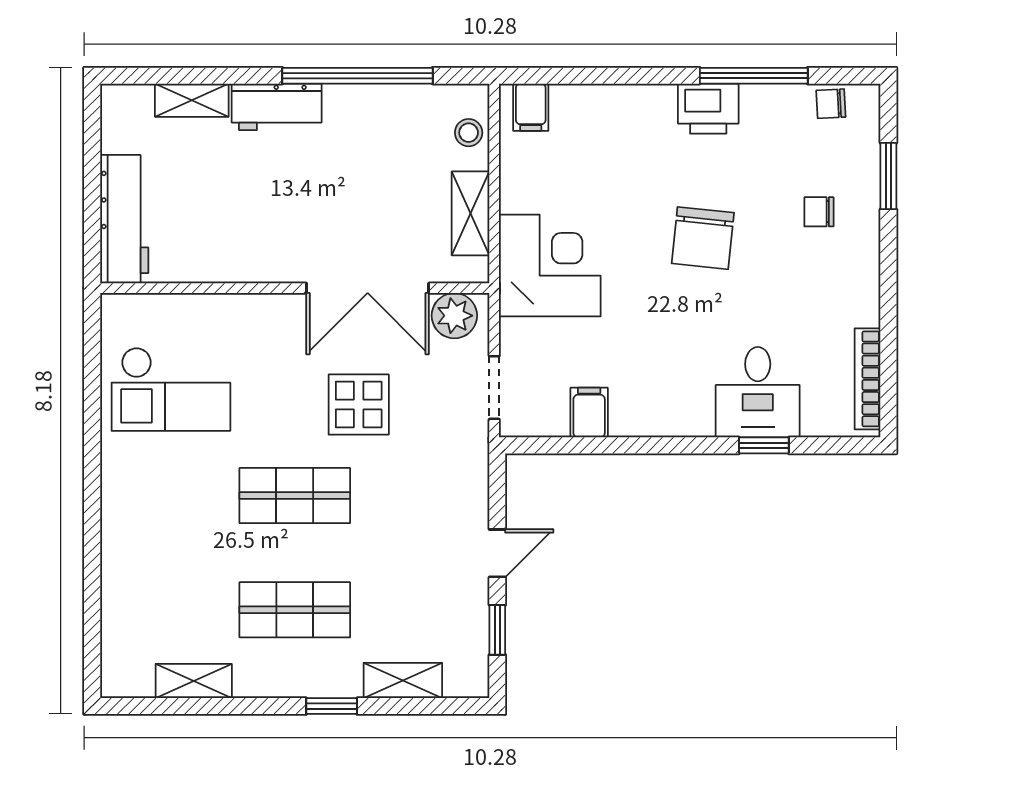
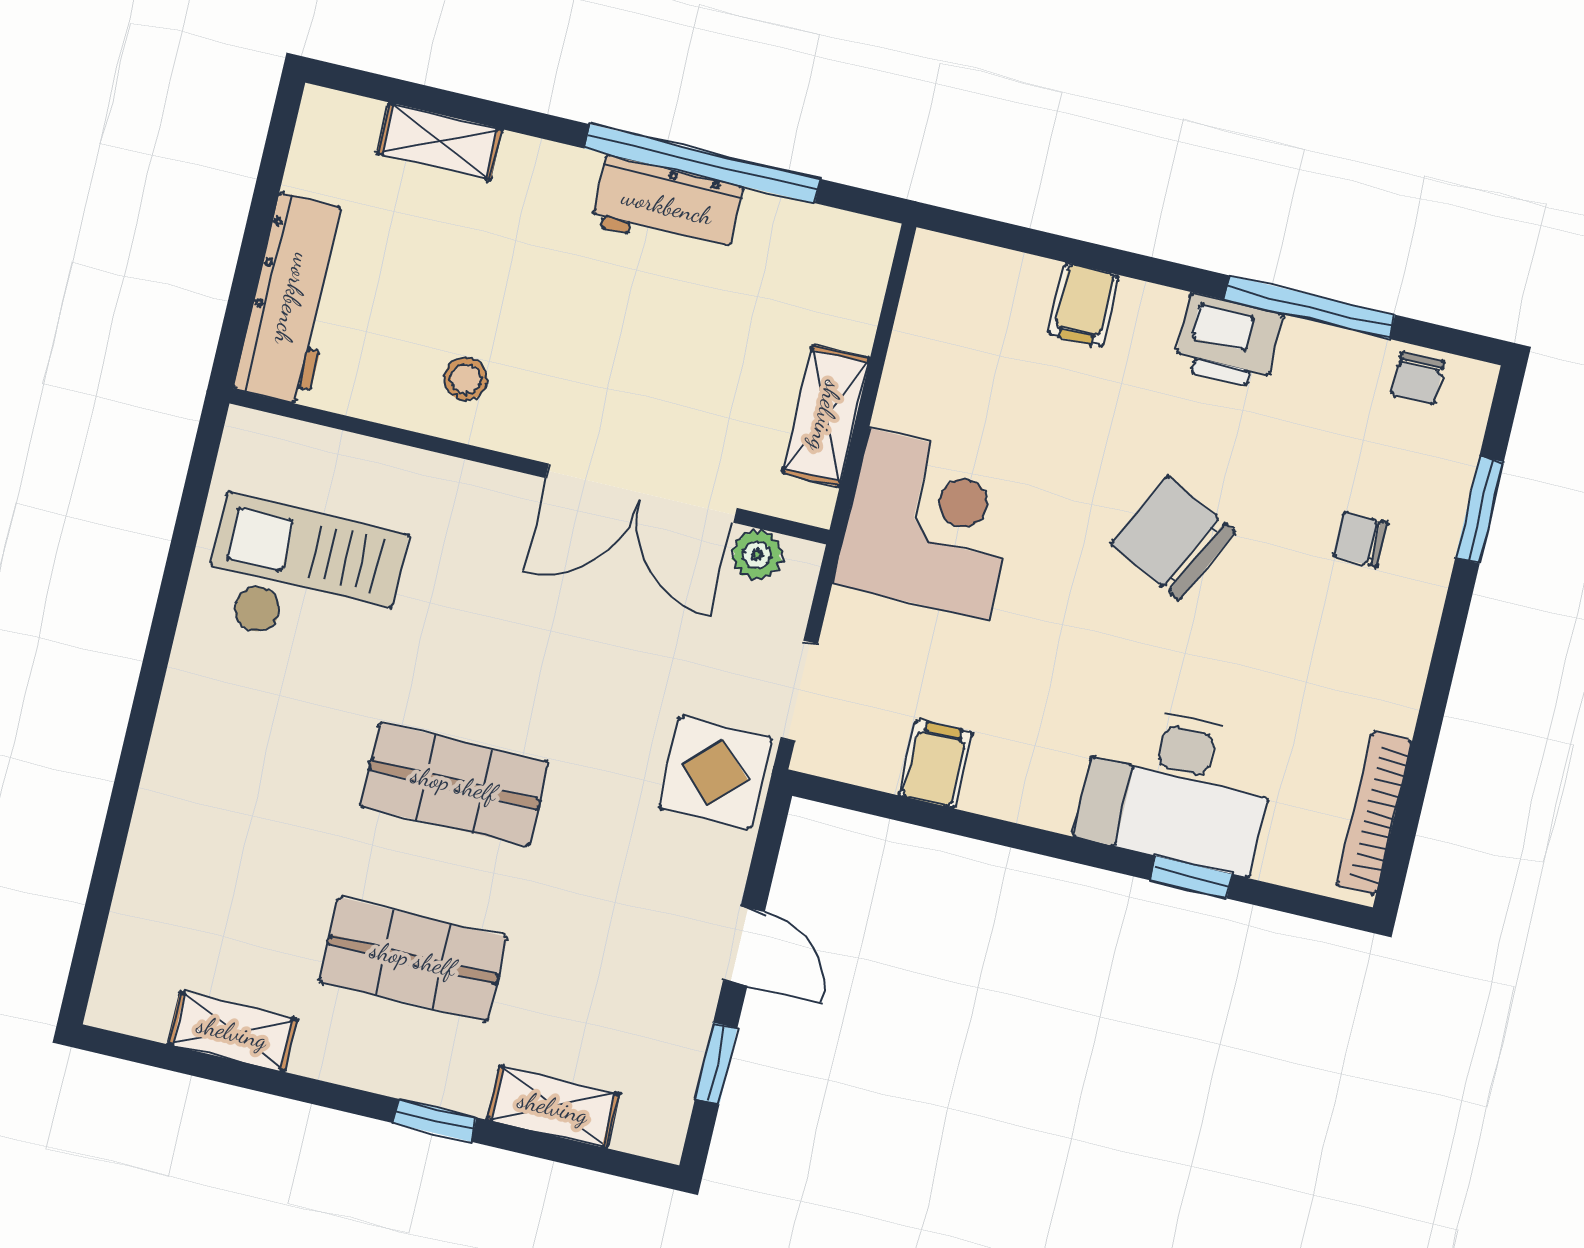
chair: (831, 104) -> (1418, 378), turned -87
workbench: (277, 107) -> (667, 206), moved
filing cabinet: (531, 107) -> (1084, 305), moved
stool: (469, 133) -> (466, 379), moved
chair: (703, 238) -> (1173, 538), turned 110
plant: (454, 316) -> (757, 555), width x0.73, depth x0.73
checkout: (171, 389) -> (303, 577), turned 180
desk: (758, 392) -> (1177, 788), width x1.37
display table: (359, 405) -> (715, 773), moved
door: (497, 553) -> (744, 946), hinge flipped

